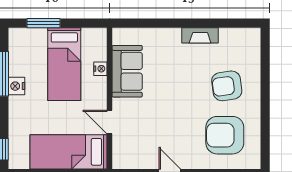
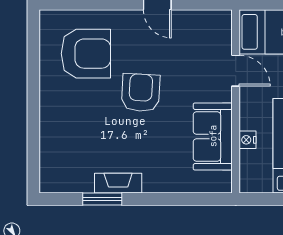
window: (212, 23) -> (102, 199), added
armchair: (227, 86) -> (141, 93), moved, turned -79

